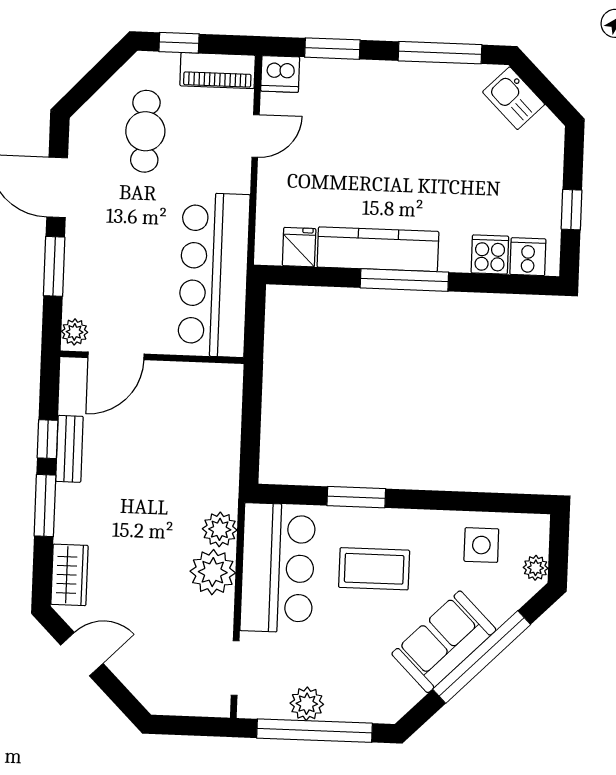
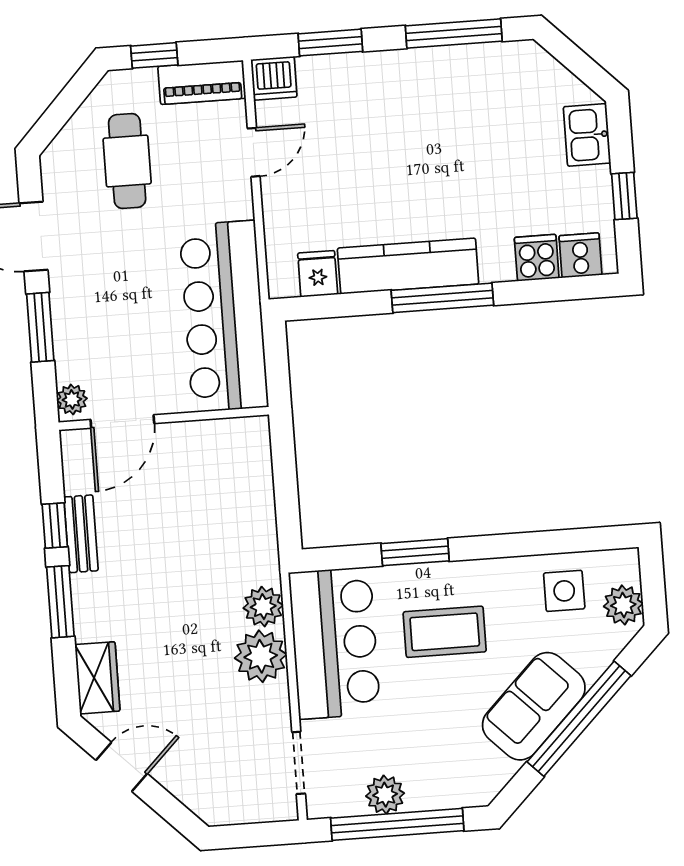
kitchen sink: (514, 98) -> (587, 135), moved, turned 45
plant: (536, 568) -> (623, 605), width x1.38, depth x1.38

